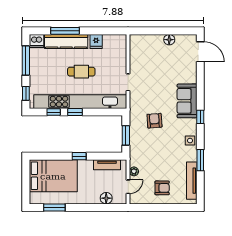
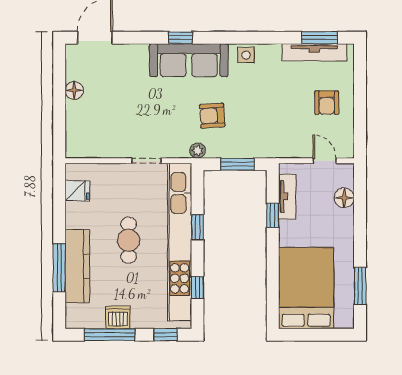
dishwasher: (36, 41) -> (118, 317), moved, turned -90
fridge: (96, 41) -> (77, 191), moved
sofa: (187, 101) -> (189, 60), width x1.36
window: (75, 112) -> (197, 227), moved
window: (200, 117) -> (181, 38), moved
window: (79, 156) -> (273, 215), moved
window: (200, 160) -> (319, 38), moved
plant: (134, 171) -> (198, 151), moved
armchair: (162, 188) -> (327, 103), turned 180

